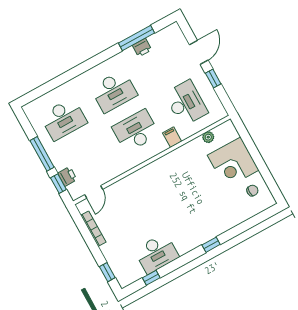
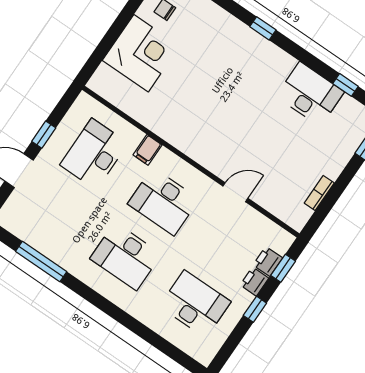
printer: (142, 48) -> (254, 281), moved, turned -90
desk: (114, 91) -> (126, 256), turned 180
plant: (208, 137) -> (124, 103), removed
window: (42, 154) -> (255, 309), width x0.46
door: (94, 192) -> (235, 192), moved
bookcase: (93, 229) -> (319, 193), width x0.64

